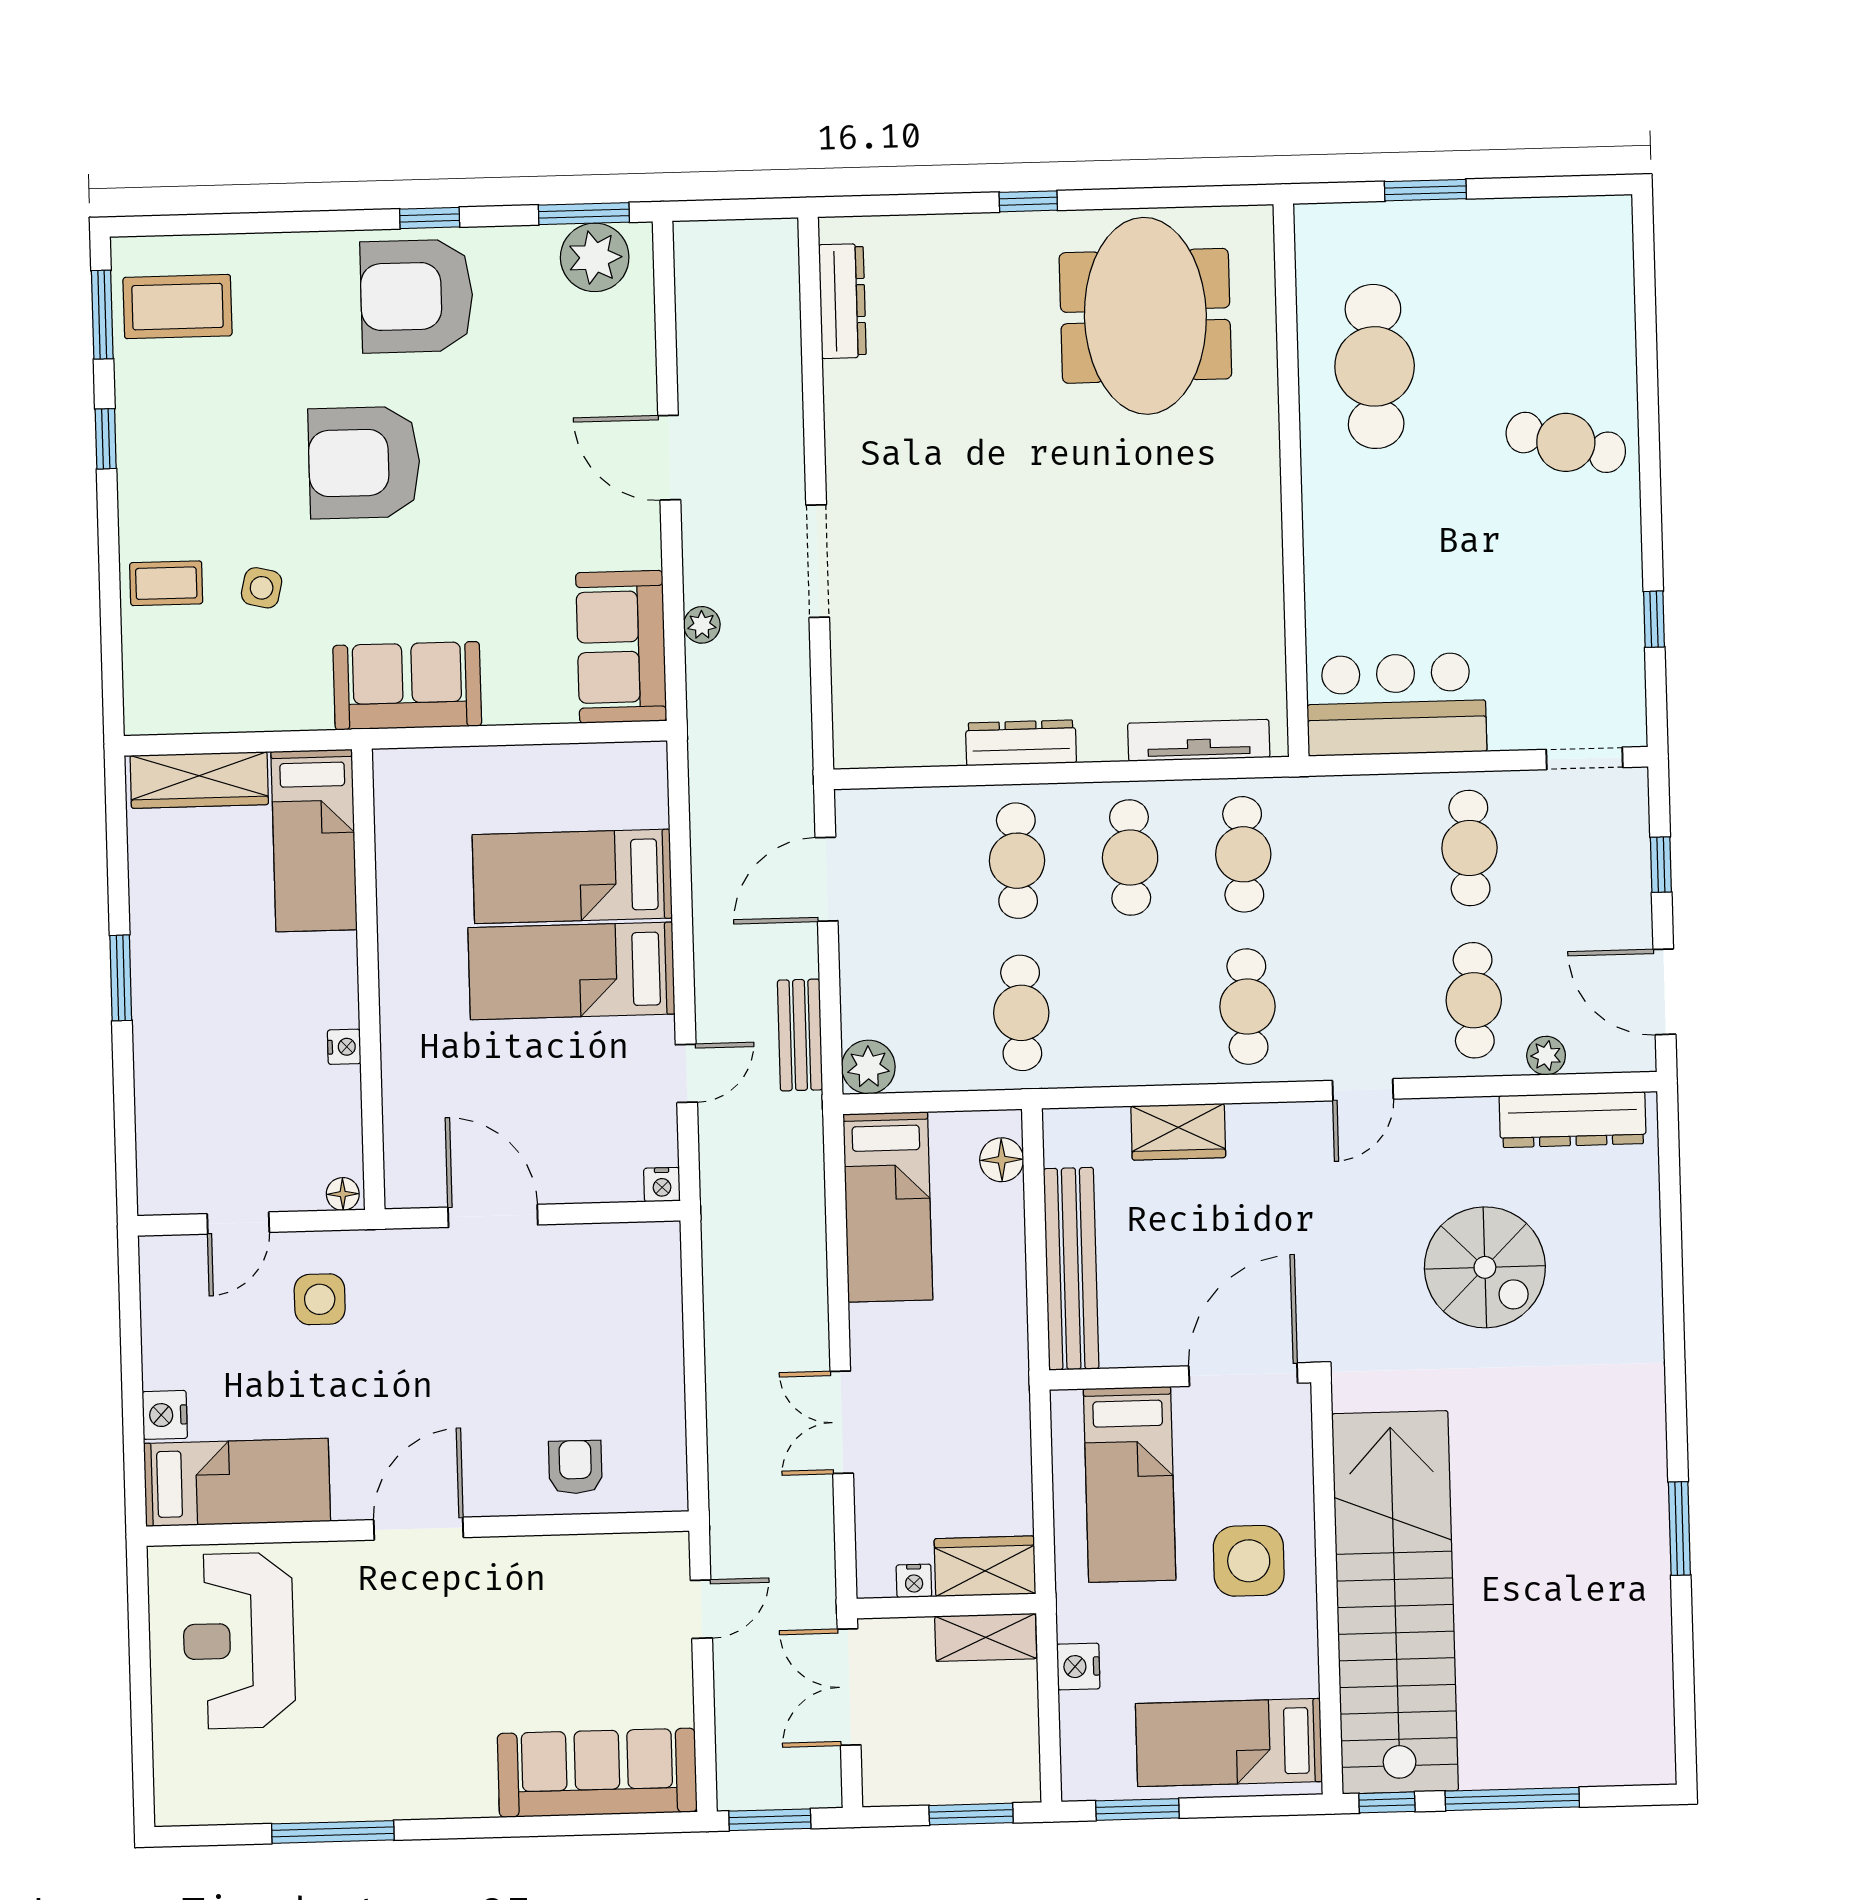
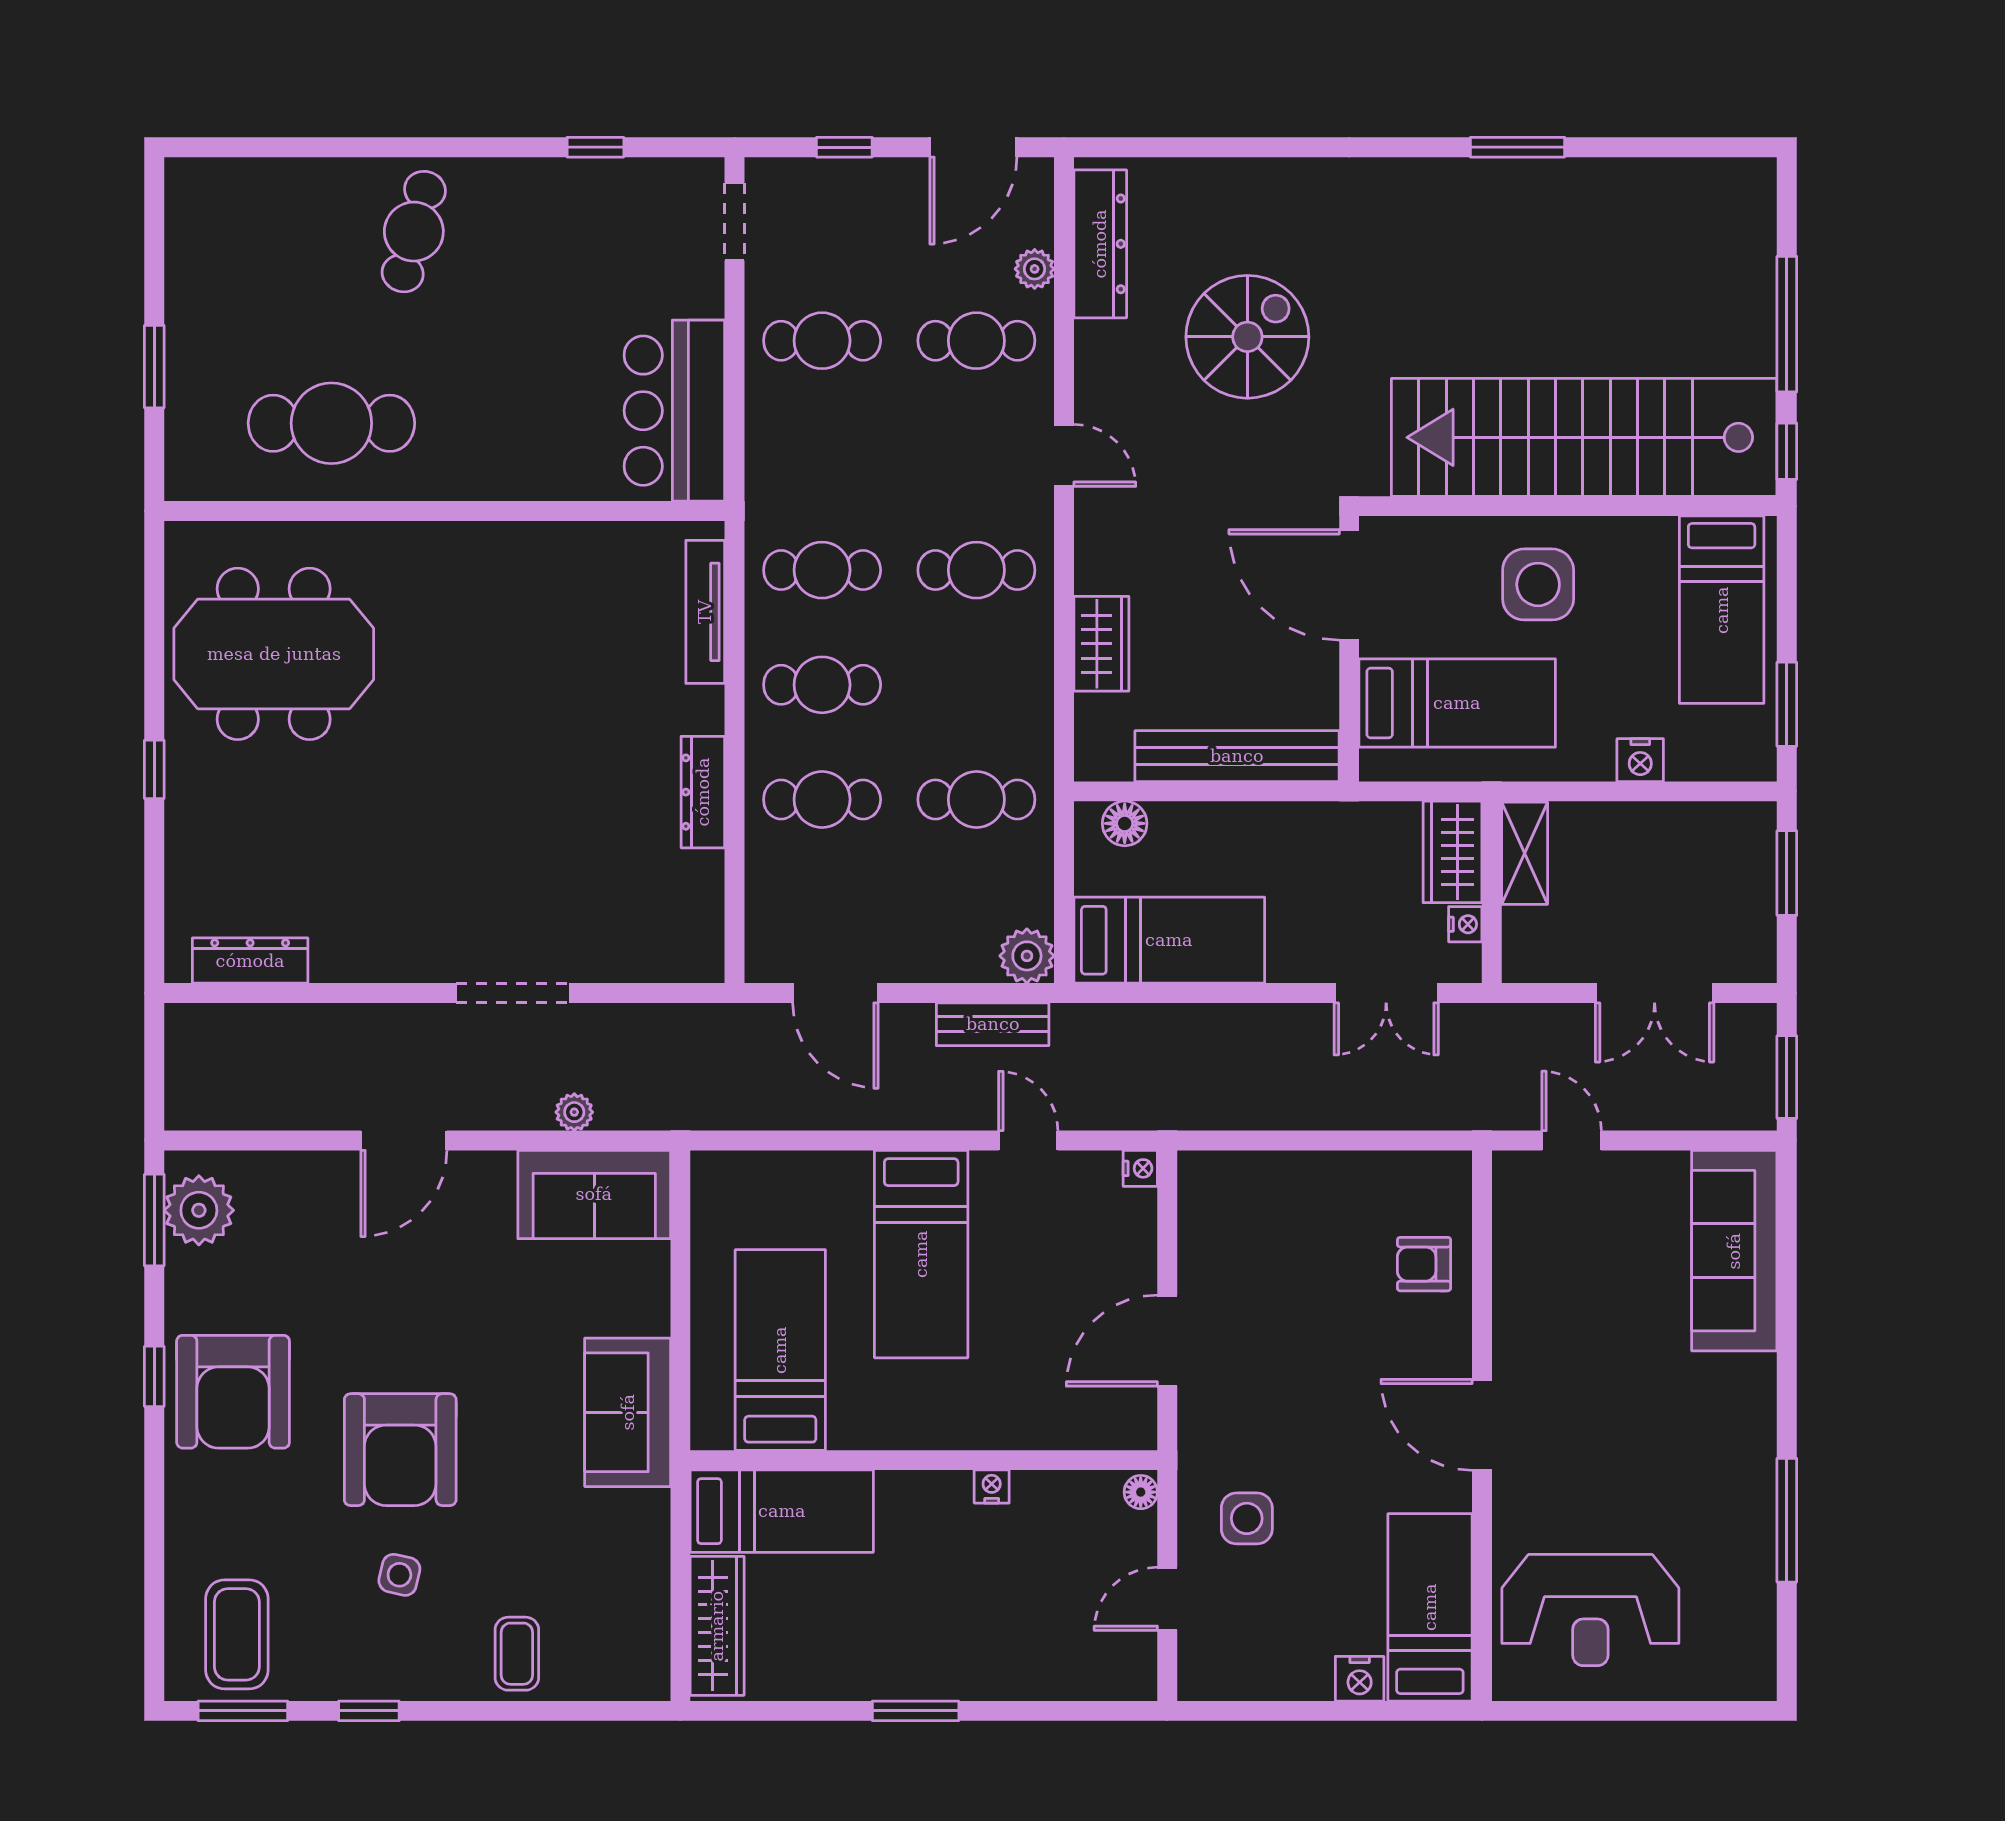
side table: (262, 588) -> (399, 1575), moved
bed: (572, 876) -> (780, 1350), moved, turned 180
door: (238, 1223) -> (1167, 1599), swing flipped
wardrobe: (985, 1566) -> (1452, 852), moved
nightstand: (914, 1581) -> (1465, 924), moved
wall: (946, 1606) -> (1492, 892), moved
shelving: (986, 1637) -> (1525, 853), moved

